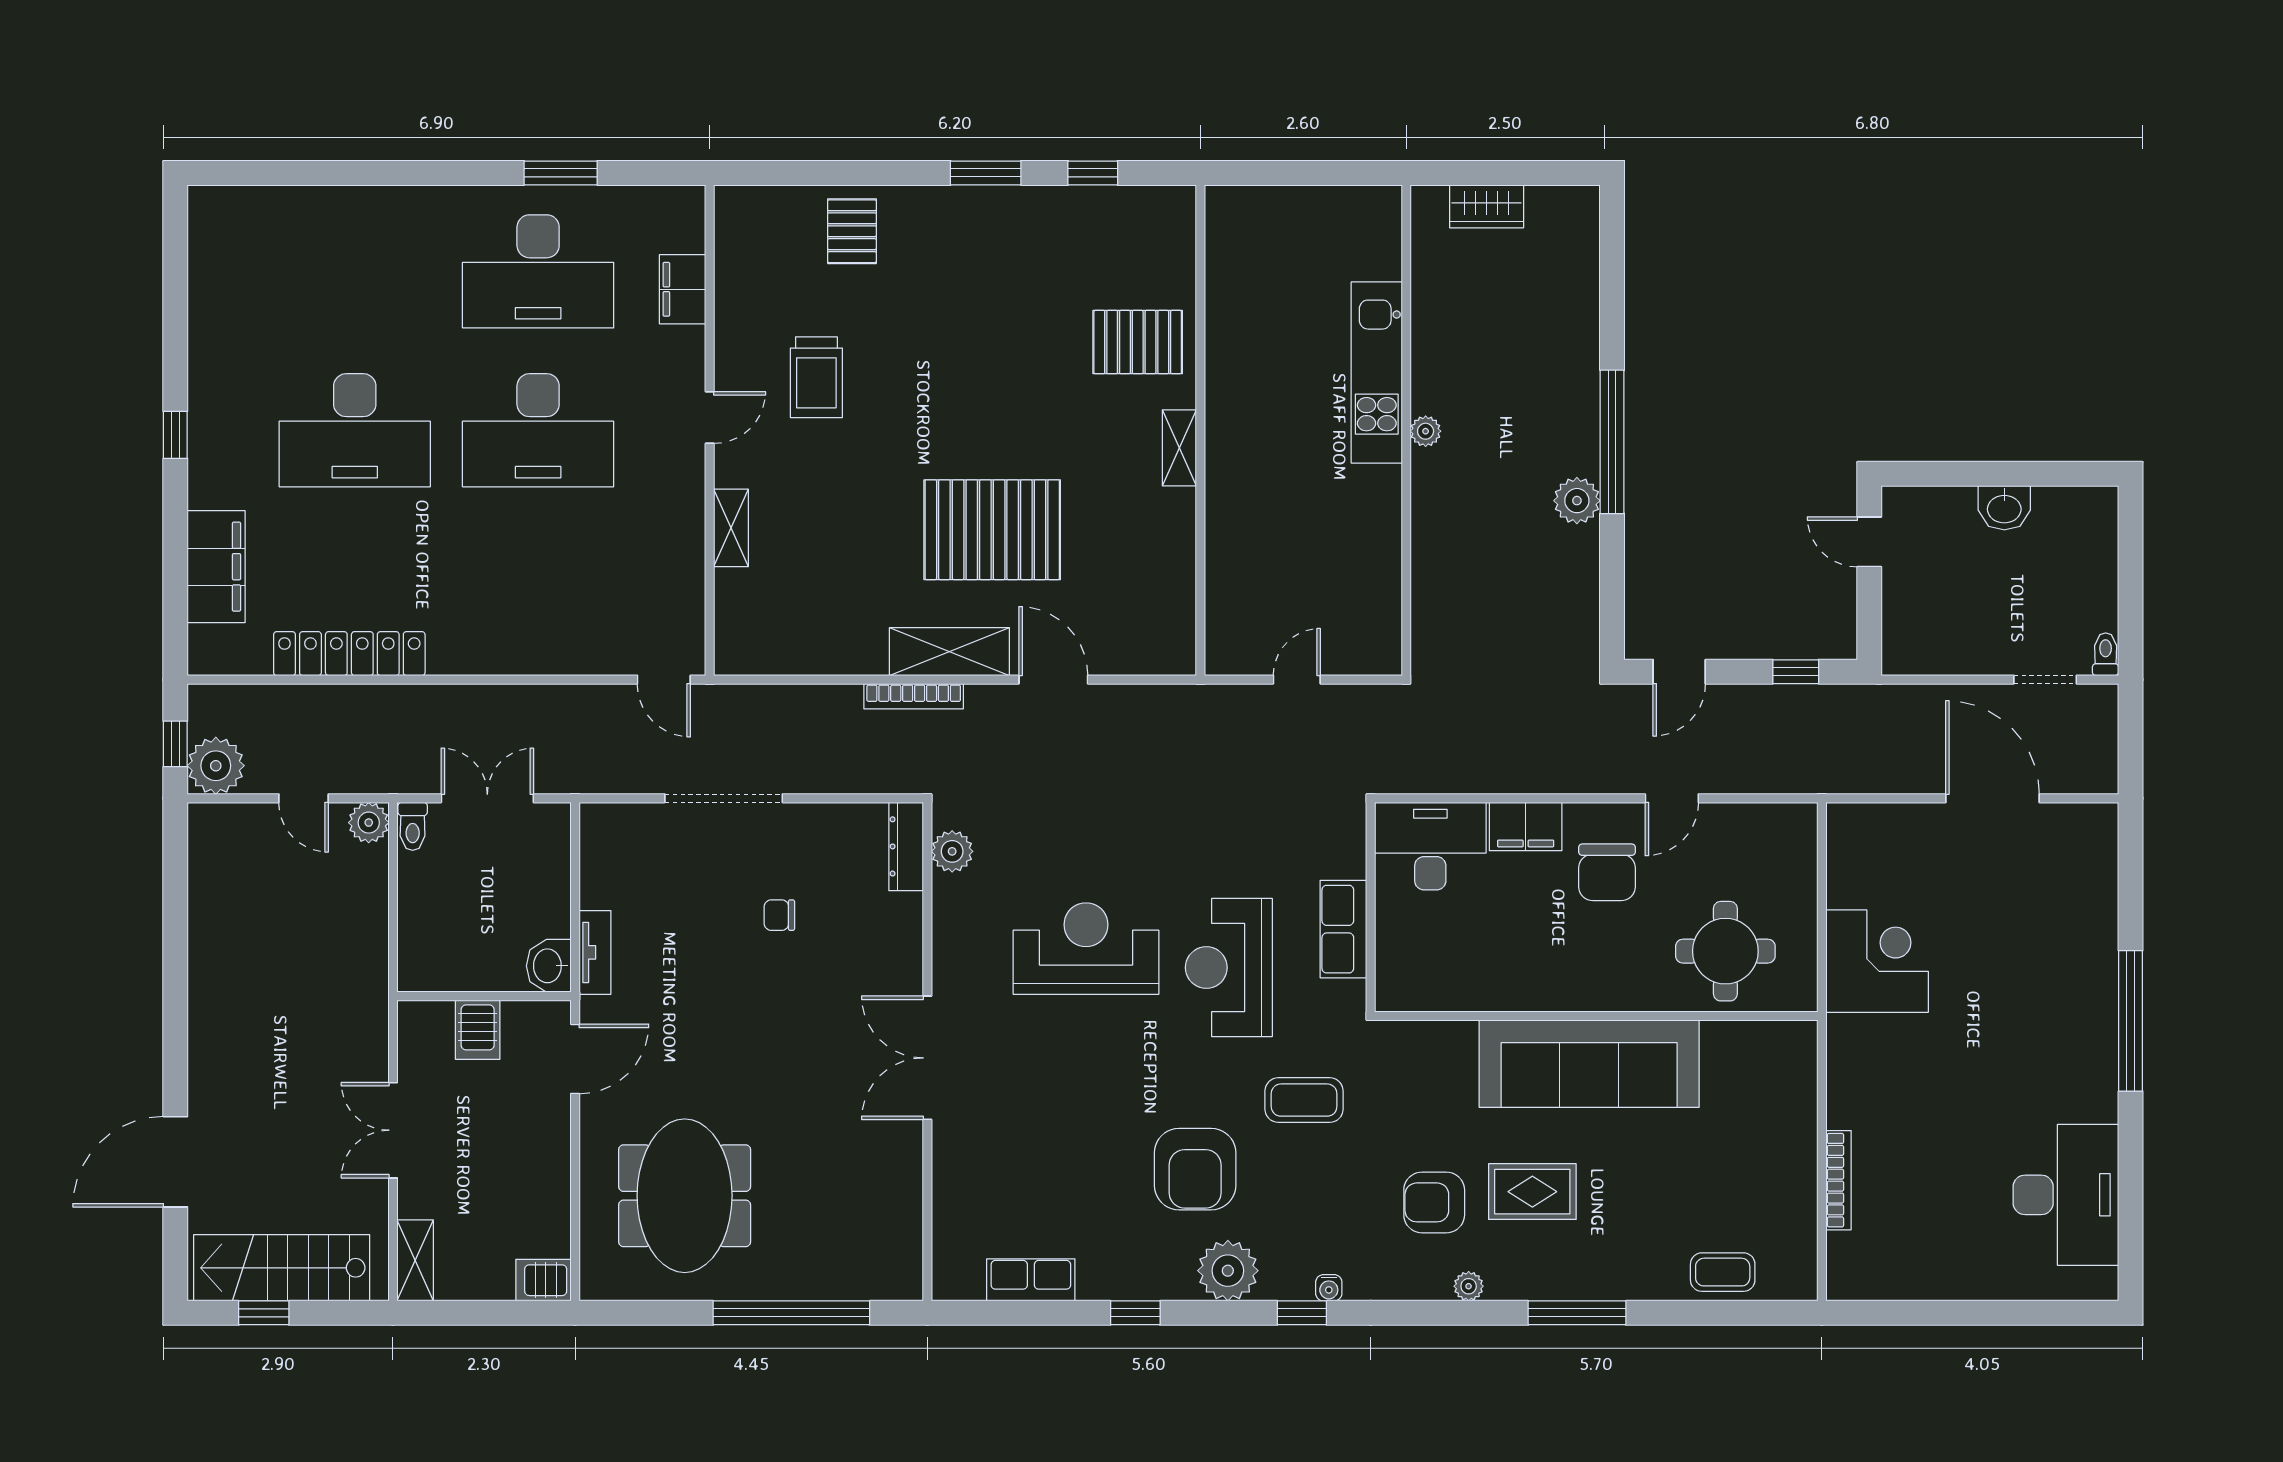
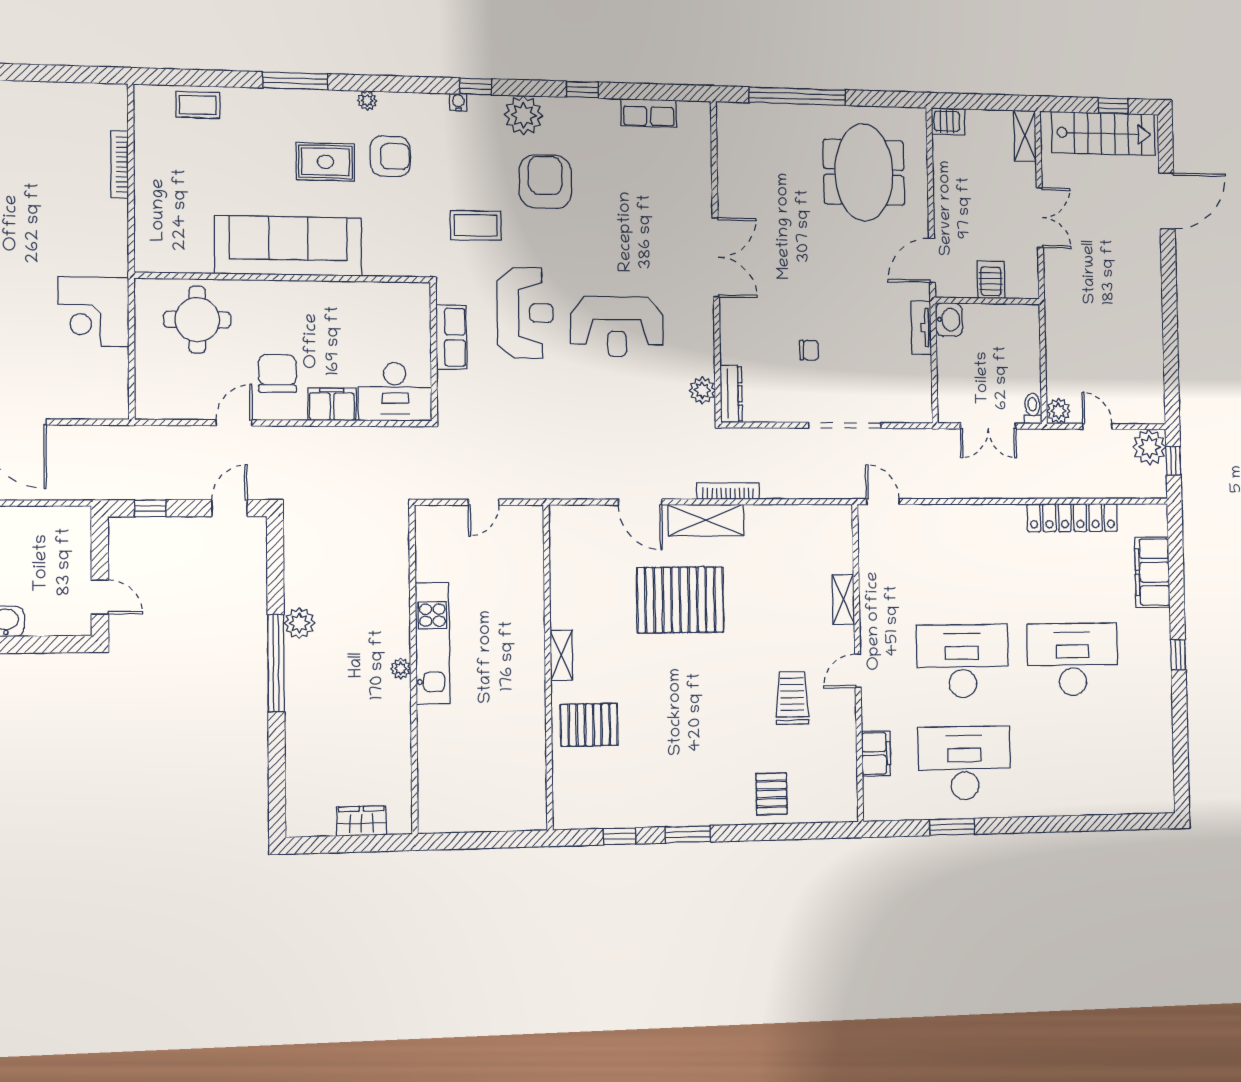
kitchen unit: (1377, 372) -> (433, 643), moved

